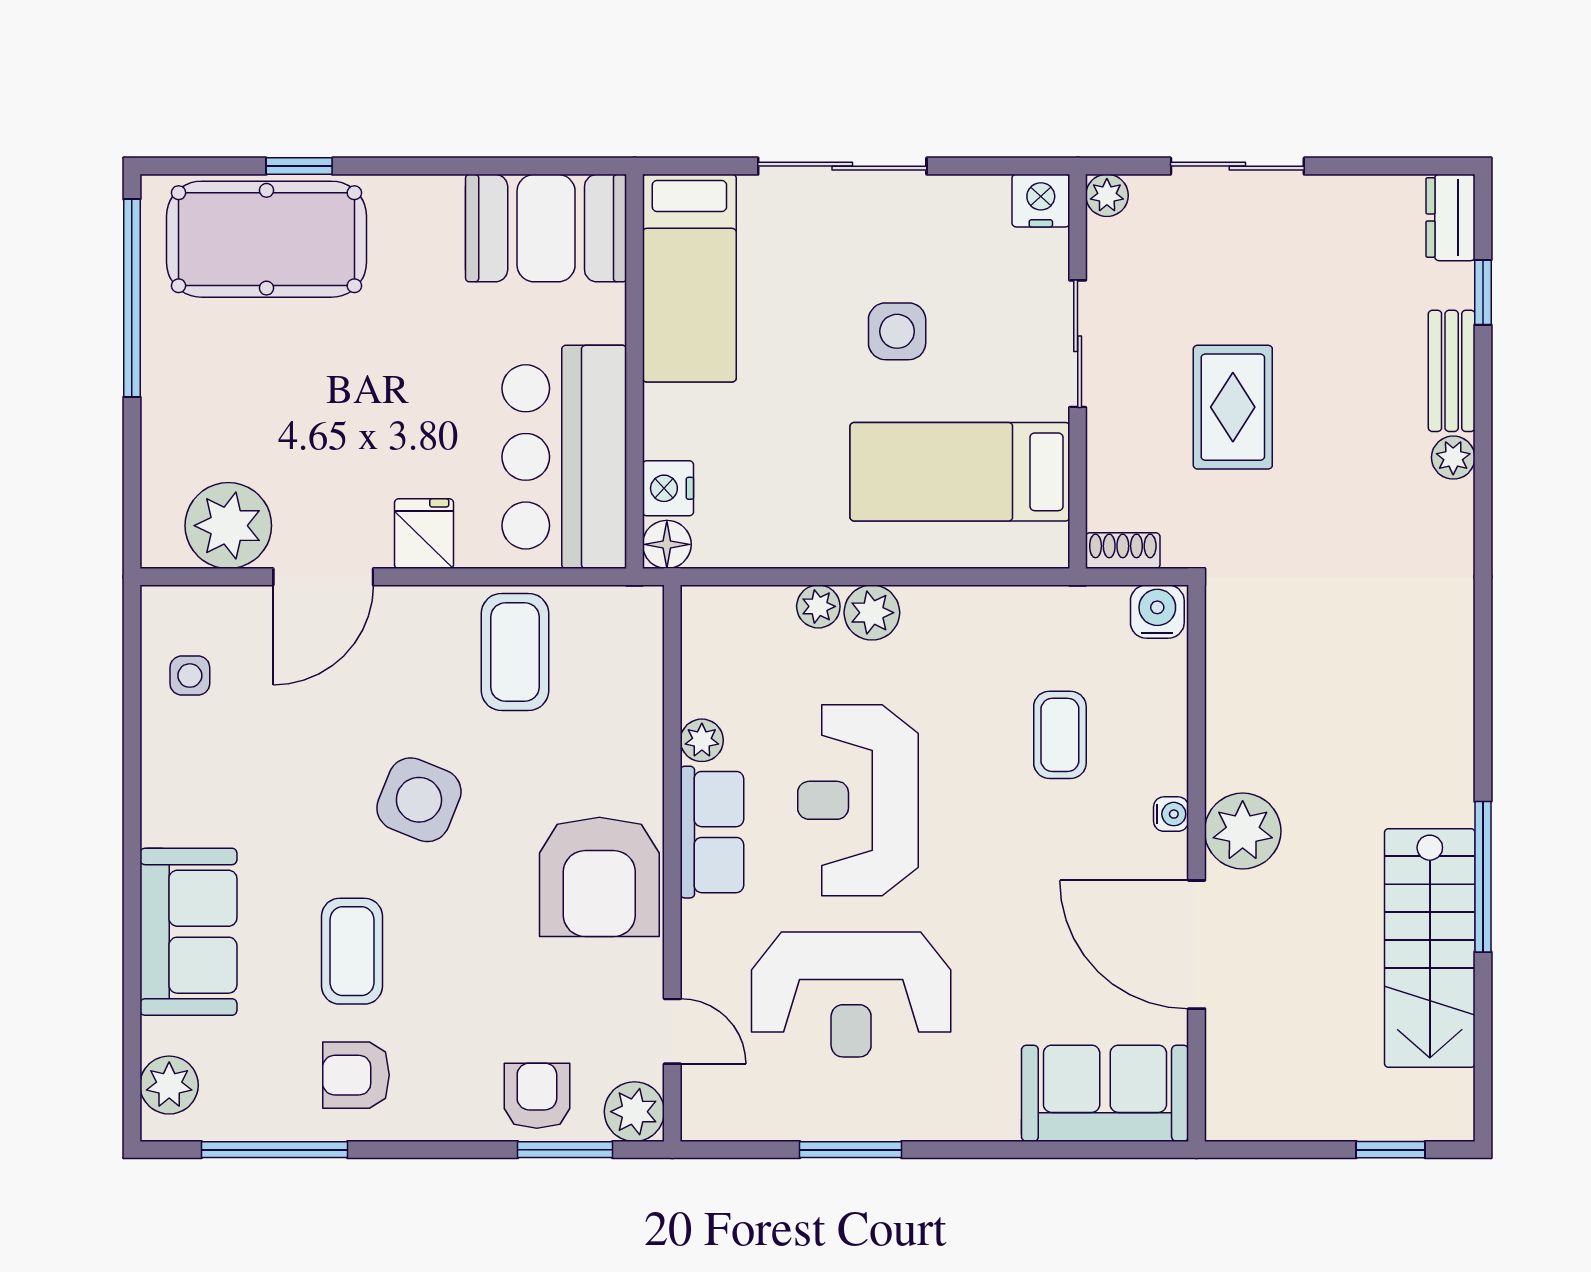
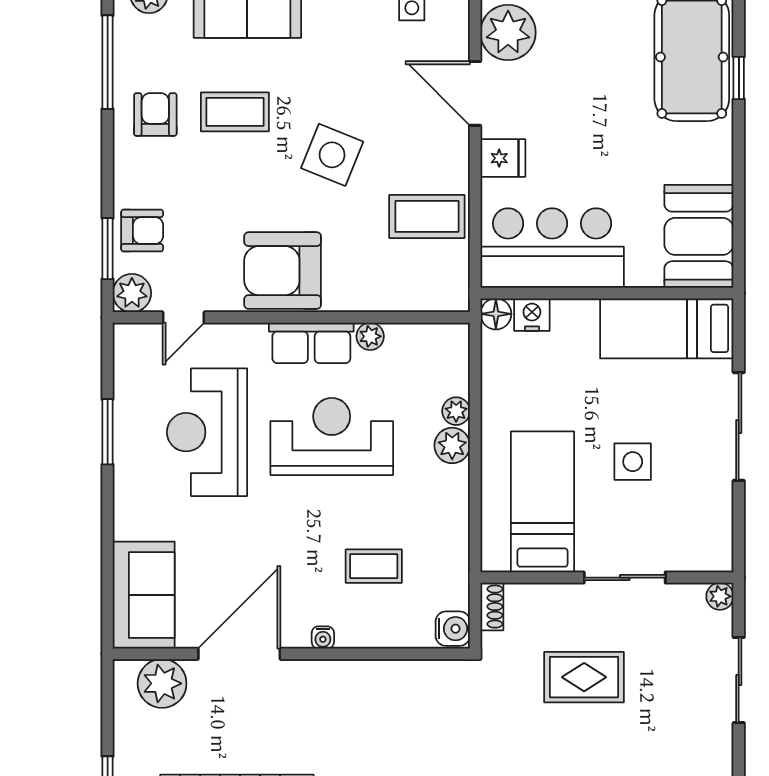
nightstand: (1041, 201) -> (717, 554), removed
plant: (1243, 831) -> (162, 683), moved

